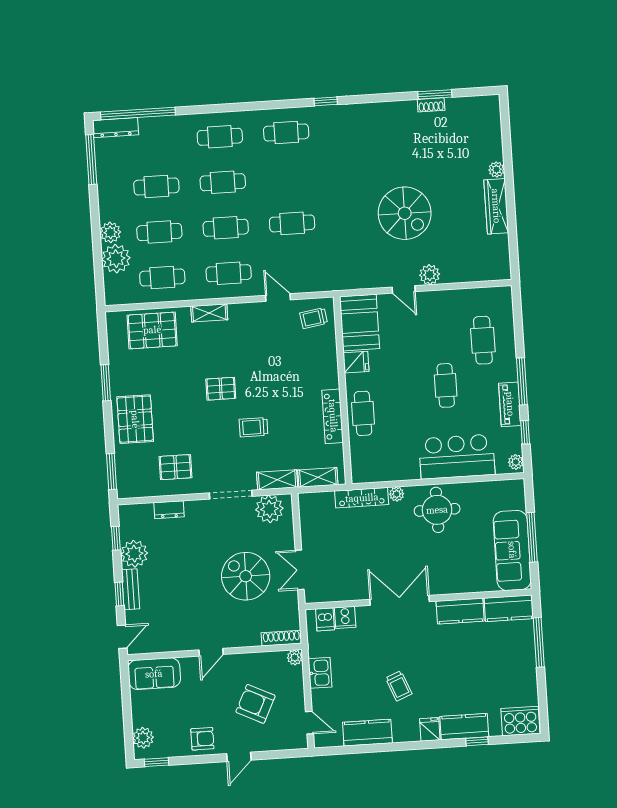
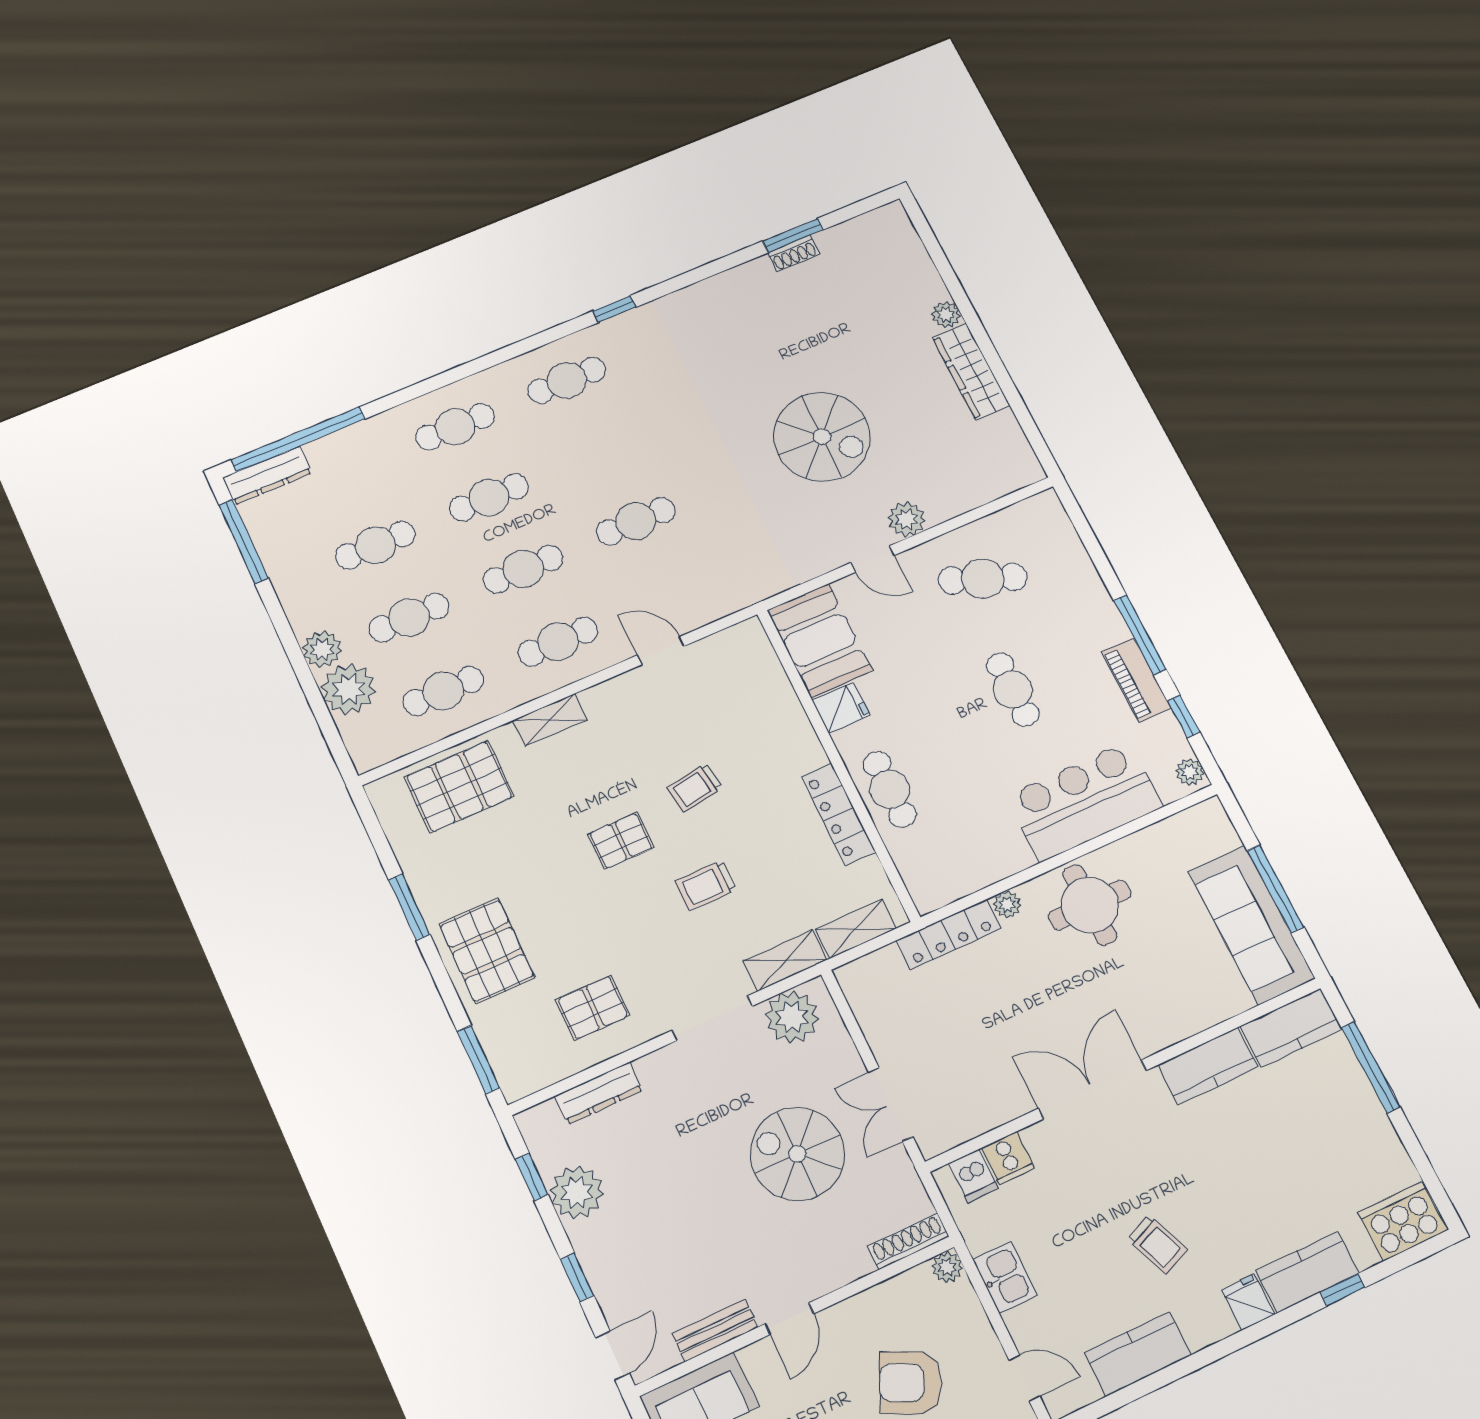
trolley: (314, 318) -> (695, 788), moved
cafe table: (483, 340) -> (983, 579), moved, turned -69
dresser: (169, 510) -> (599, 1093), width x1.44
bench: (131, 589) -> (715, 1330), moved, turned 90

